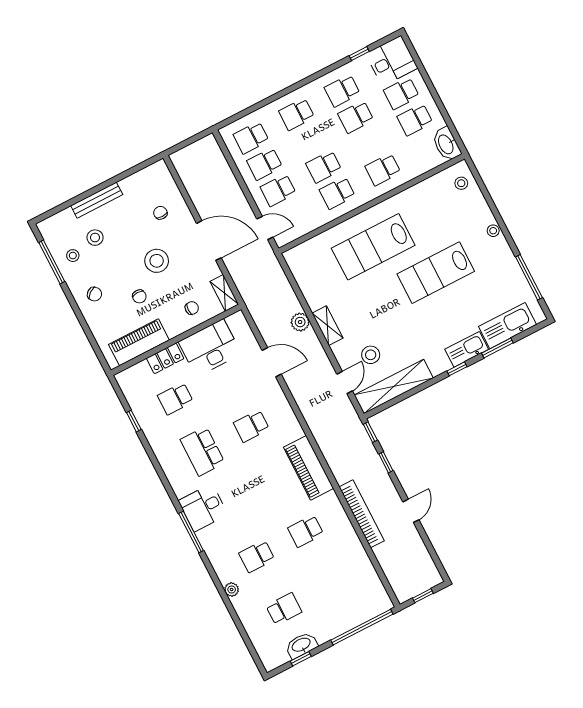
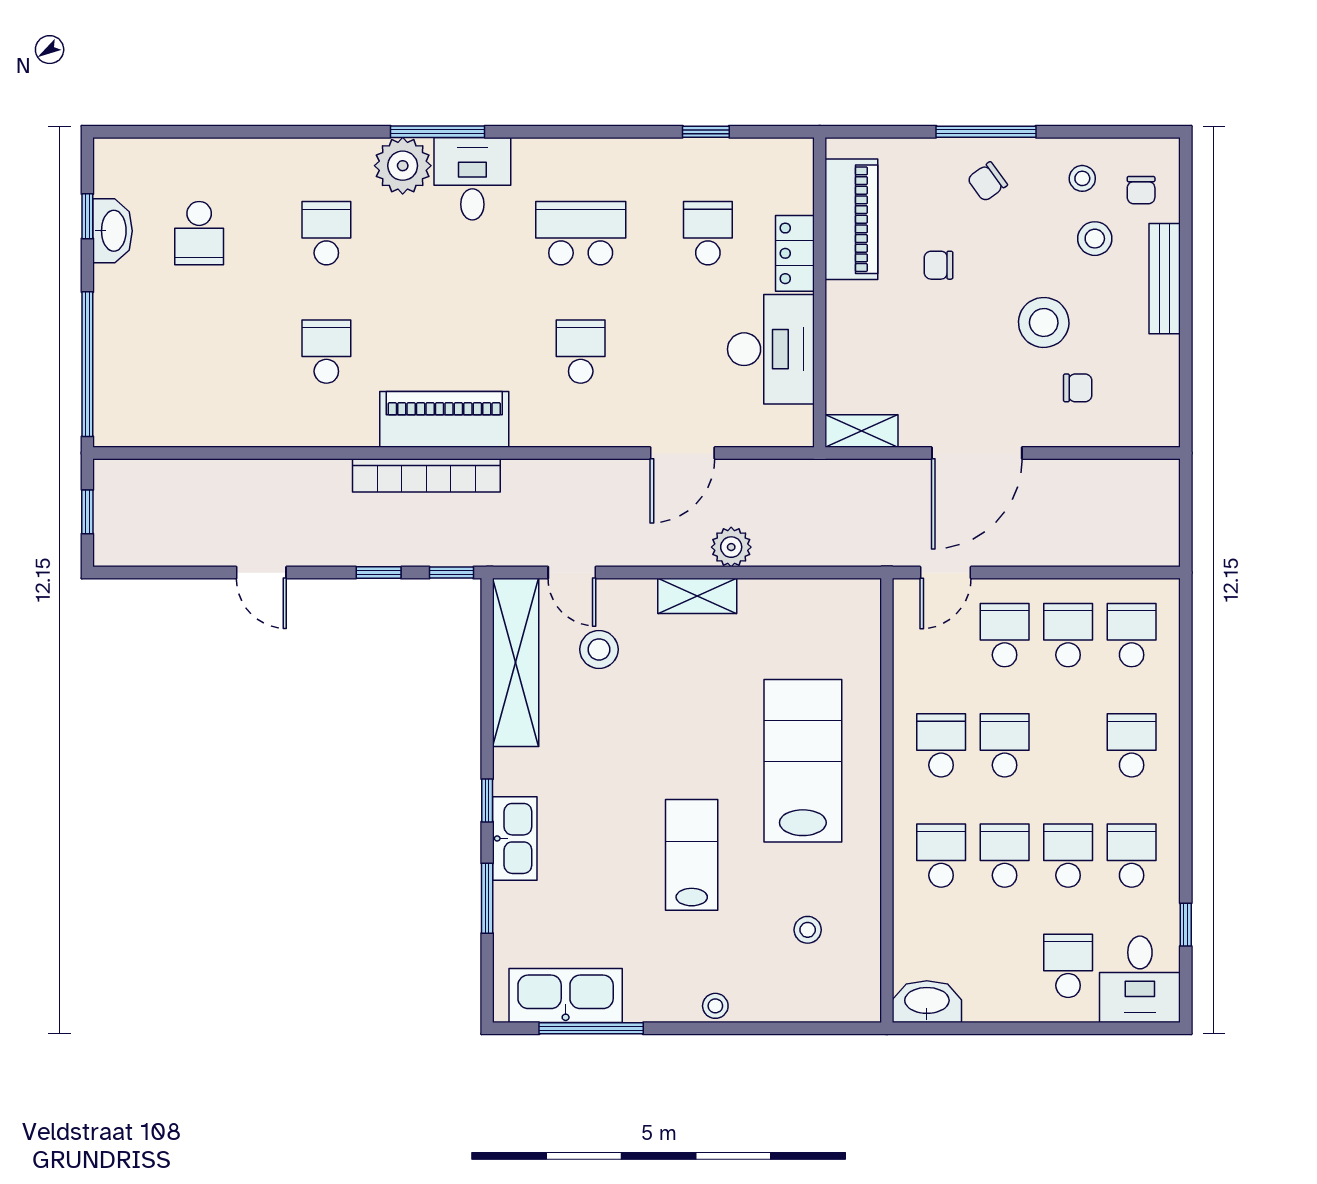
school desk: (415, 120) -> (1005, 856), moved
stool: (461, 183) -> (808, 930), moved
stool: (157, 261) -> (1044, 322), moved
window: (52, 262) -> (986, 132), moved
lab bench: (436, 273) -> (692, 855), width x0.73, depth x0.72
chair: (192, 308) -> (1141, 190), moved
kitchen sink: (508, 326) -> (566, 996), moved, turned -90
bookcase: (362, 514) -> (426, 475), moved
plant: (232, 590) -> (403, 166), moved, width x1.87, depth x1.87

